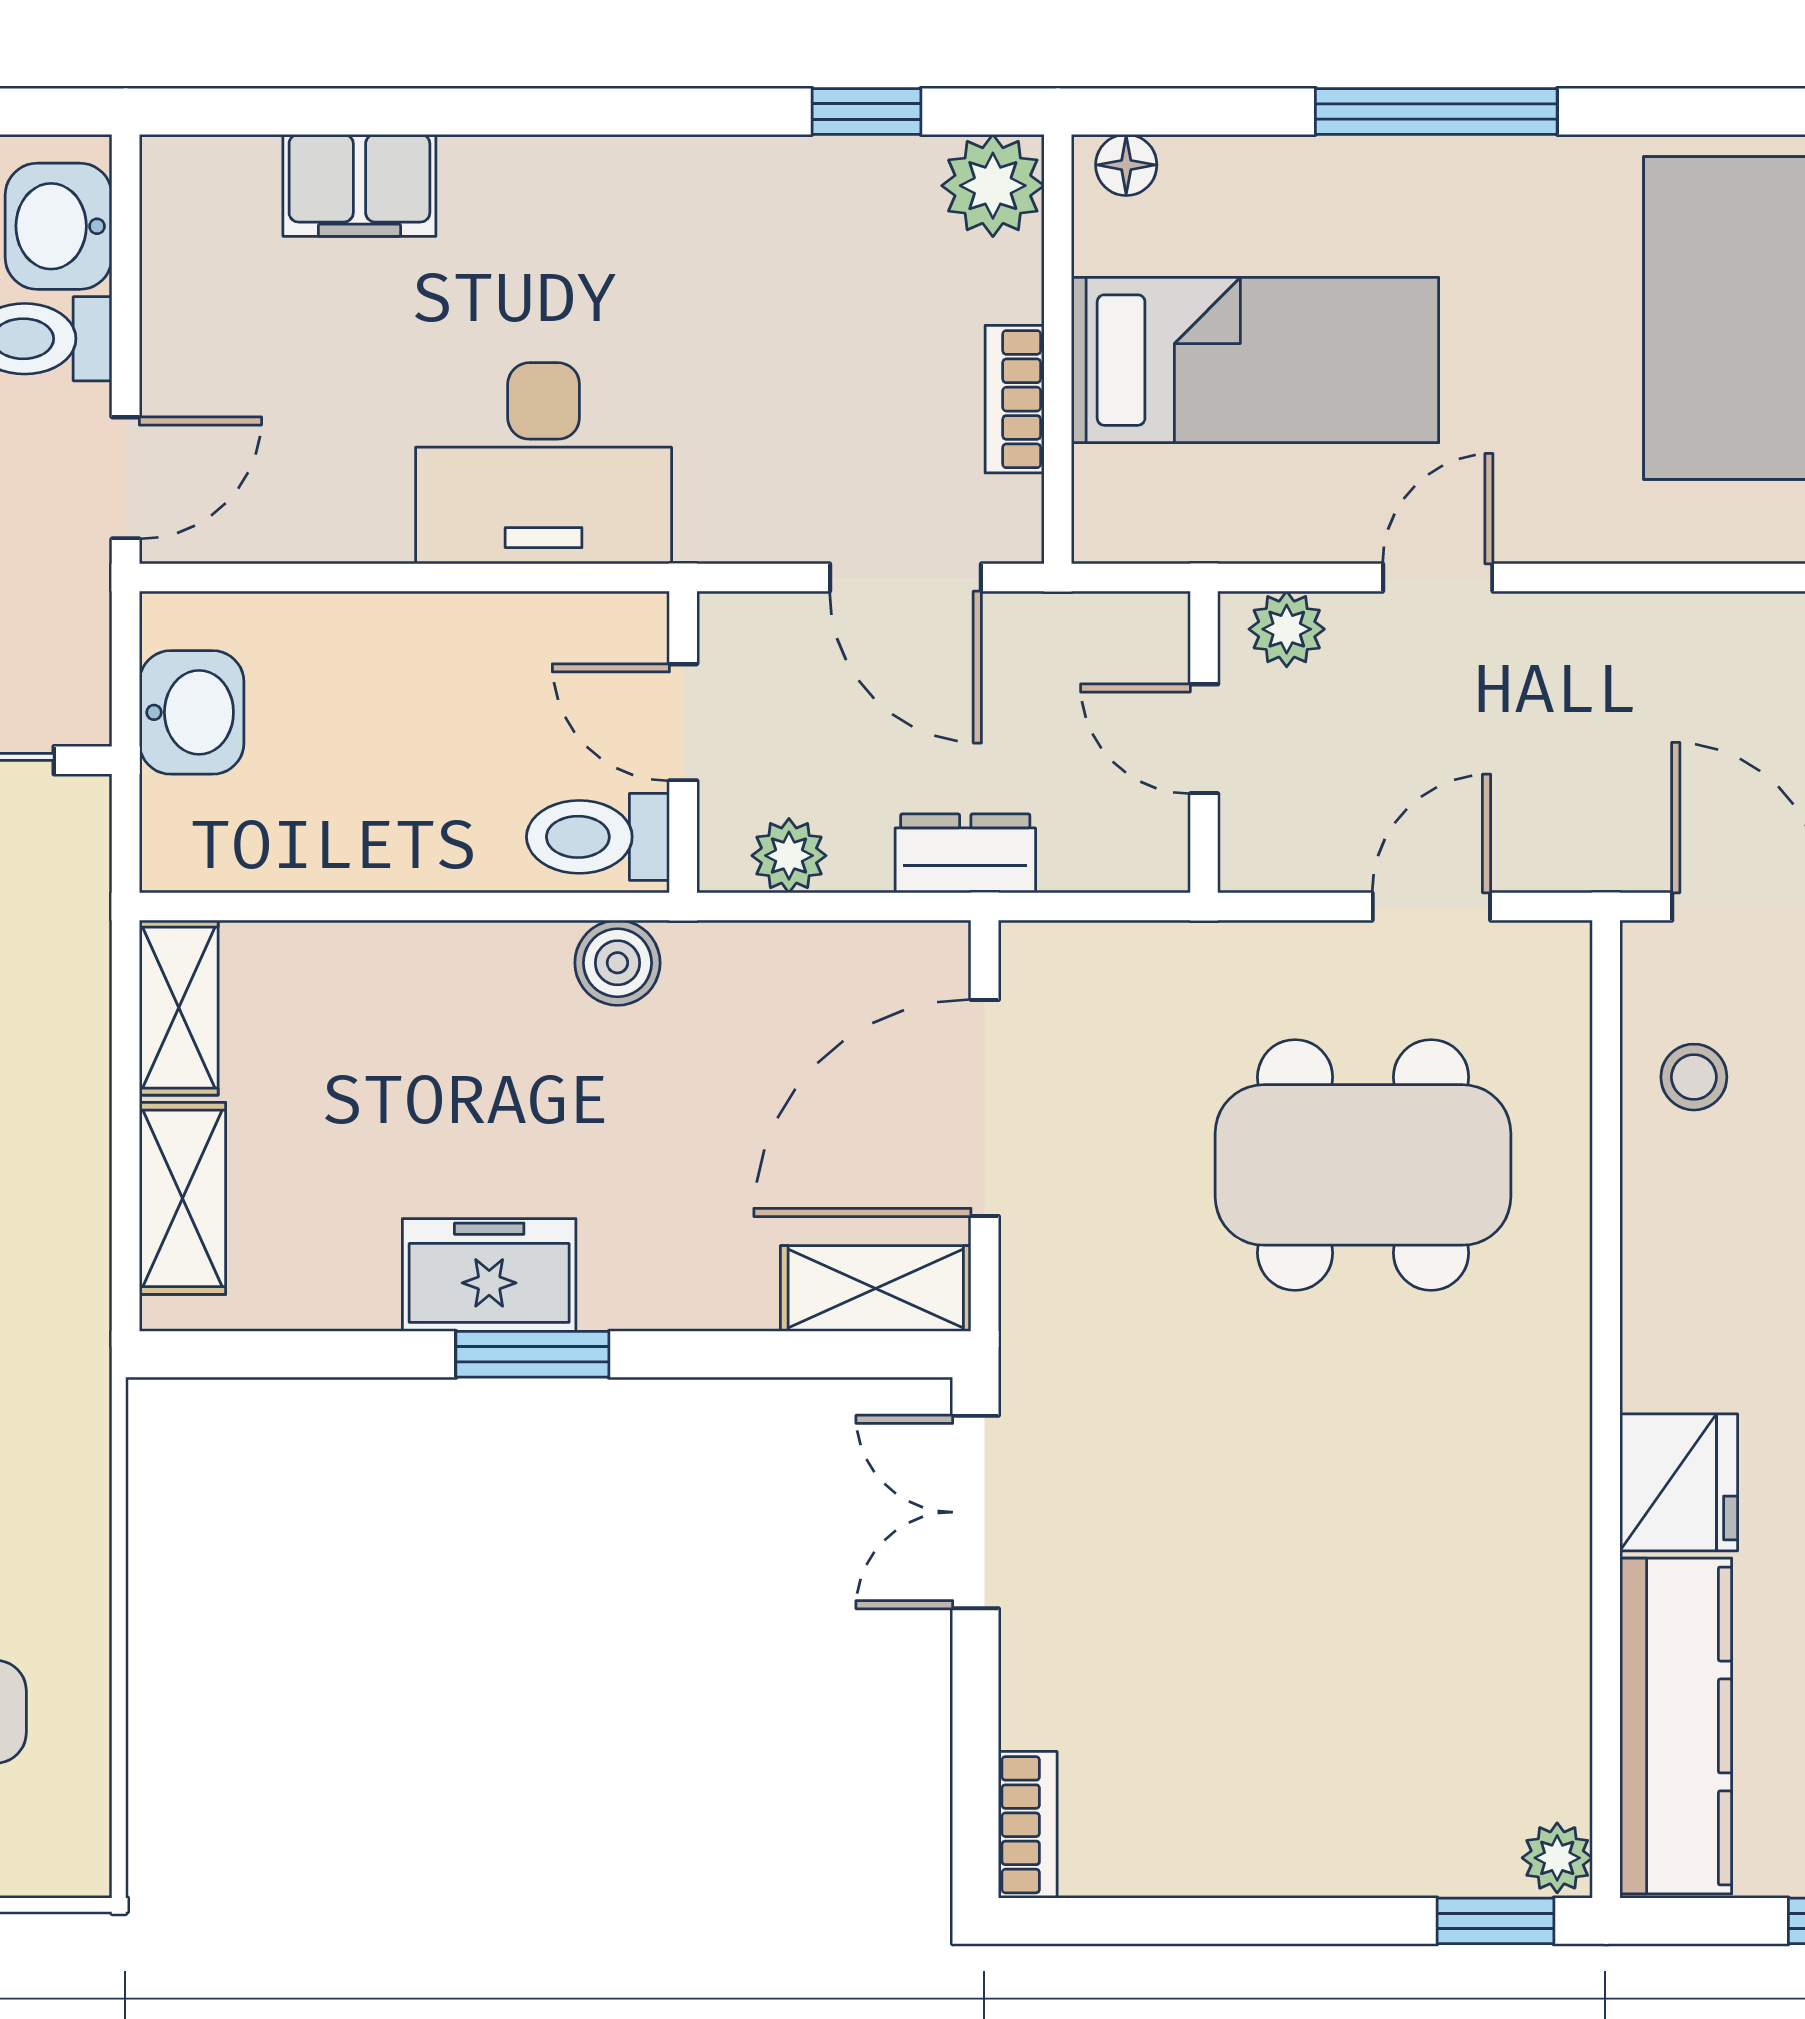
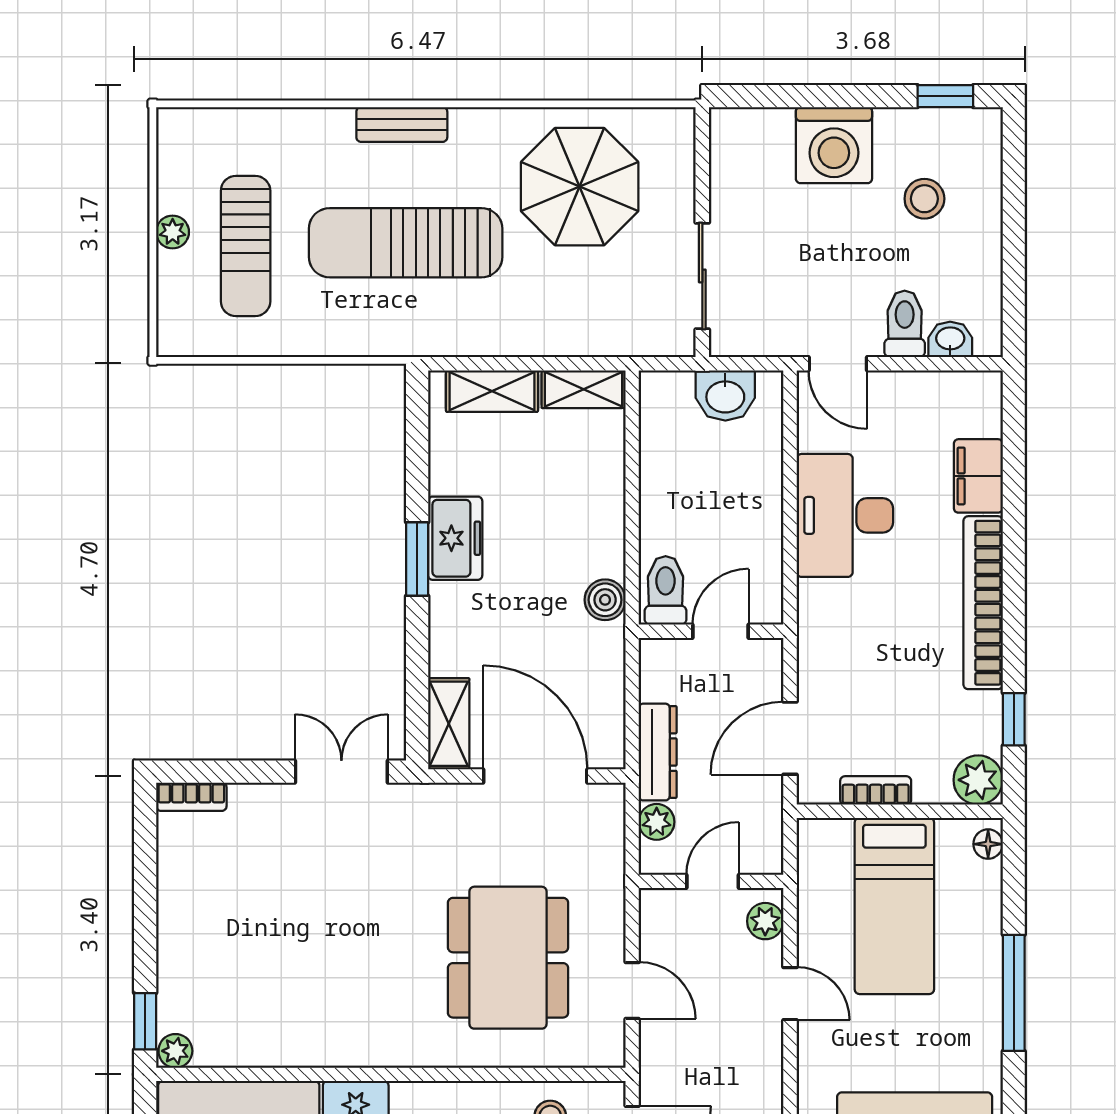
bookcase: (623, 175) -> (983, 603), added
washbasin: (59, 226) -> (950, 339), width x0.72, depth x0.69
desk: (544, 463) -> (845, 515), moved
dresser: (965, 853) -> (658, 752), width x1.44
plant: (789, 856) -> (657, 822), moved

